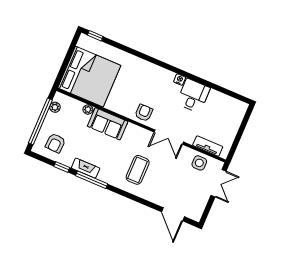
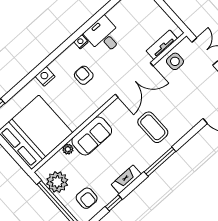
nightstand: (138, 64) -> (45, 76), added
plant: (55, 107) -> (57, 182), width x1.88, depth x1.88
armchair: (144, 113) -> (84, 75), moved
double door: (169, 137) -> (134, 80), width x1.37
window: (92, 180) -> (160, 162), moved

